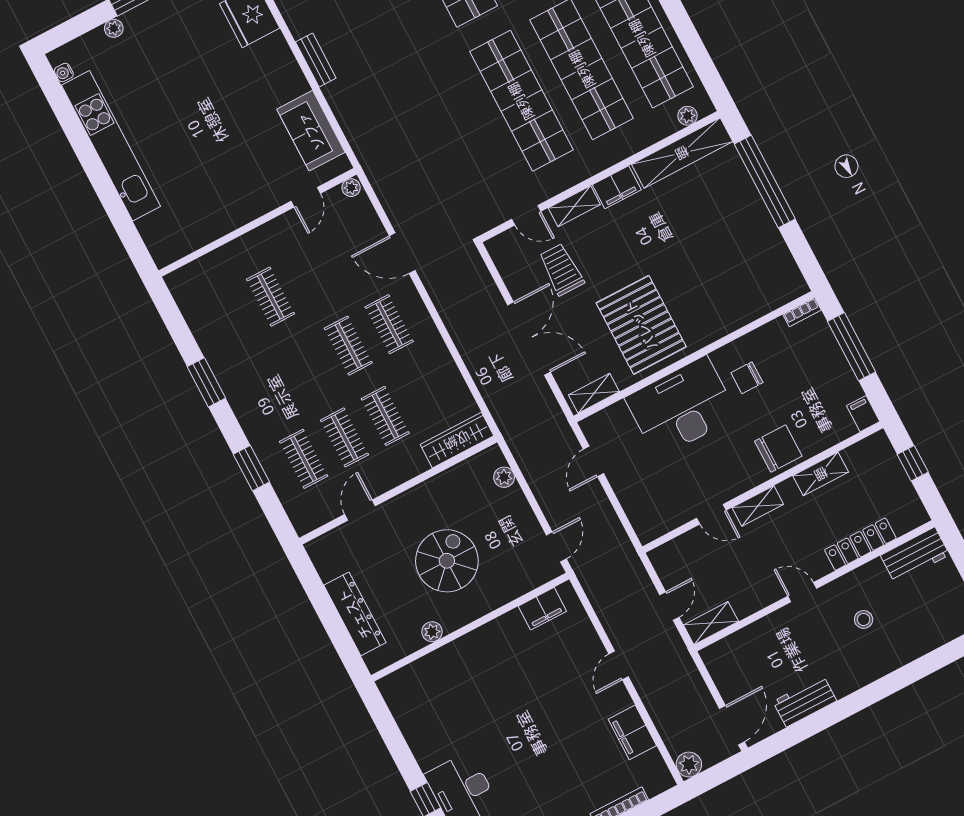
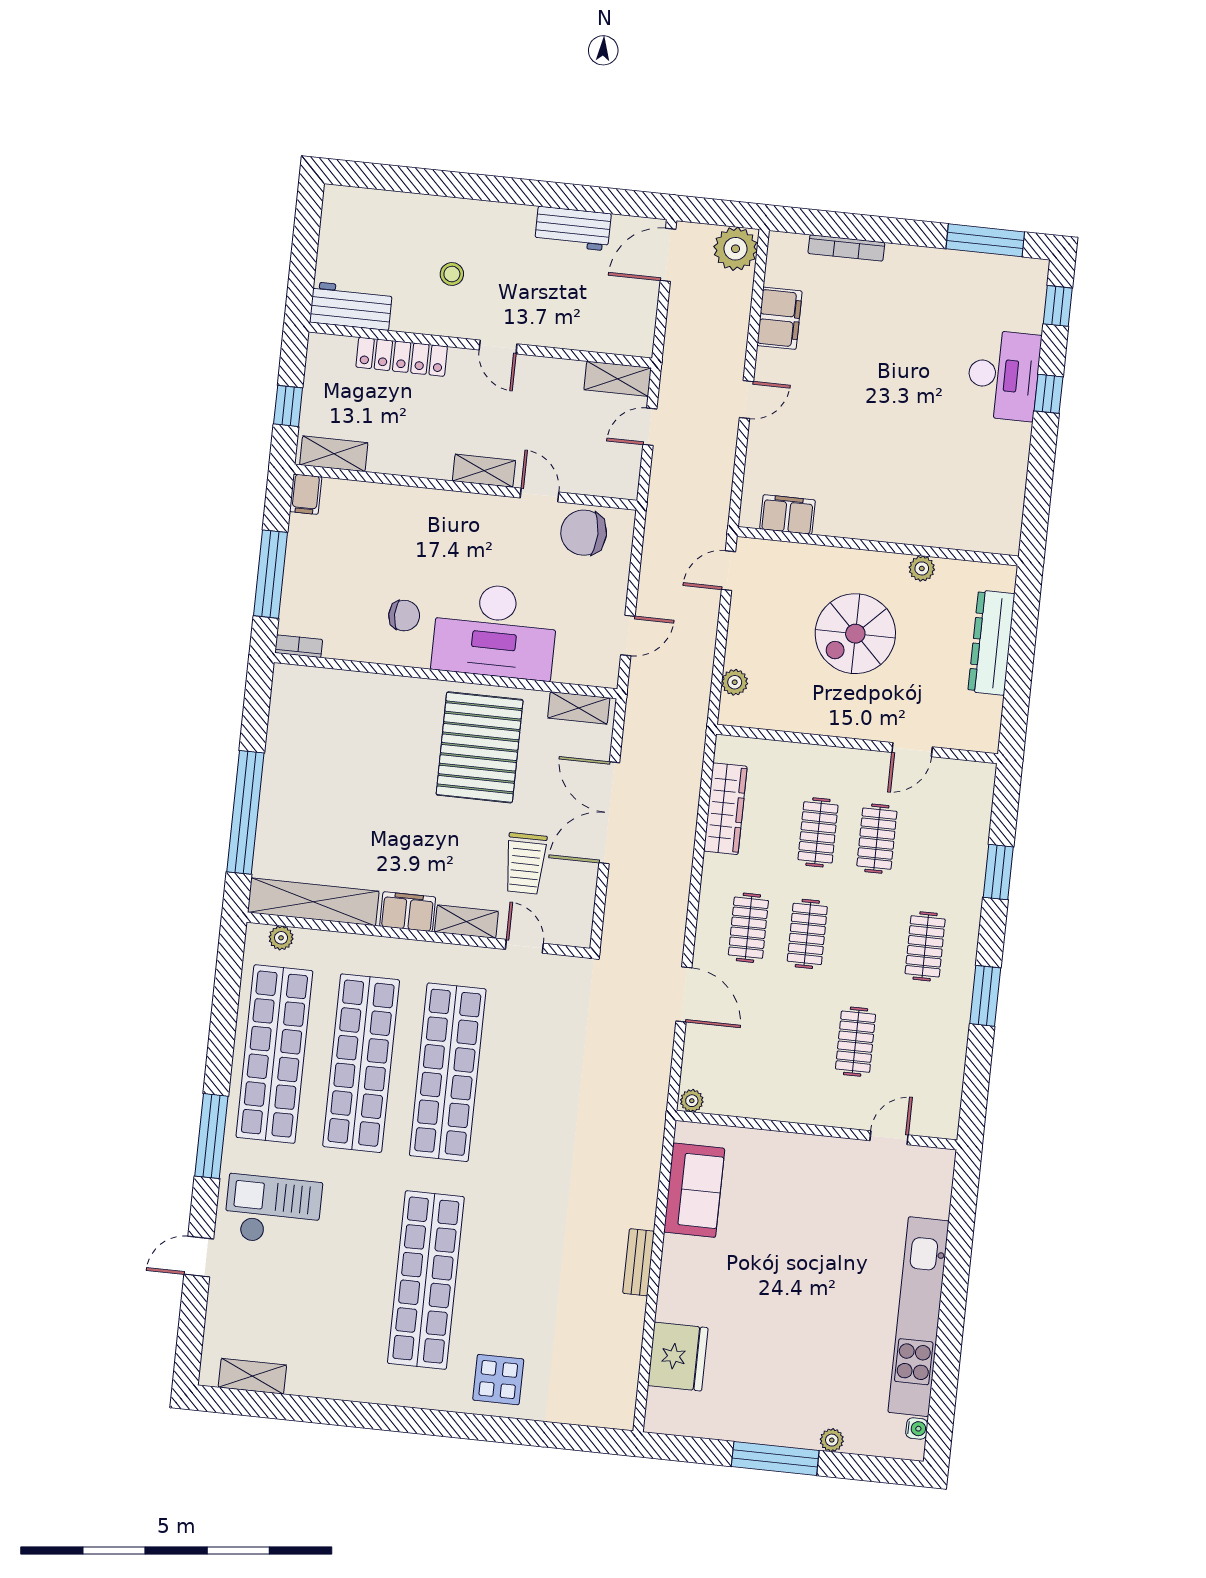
door: (306, 197) -> (889, 1138), moved
wardrobe: (457, 440) -> (725, 809), moved, turned -90
chair: (778, 449) -> (584, 533), moved
clothes rail: (304, 459) -> (925, 946), moved
shelving: (821, 474) -> (334, 454), moved
plant: (689, 765) -> (735, 249), width x1.36, depth x1.36

